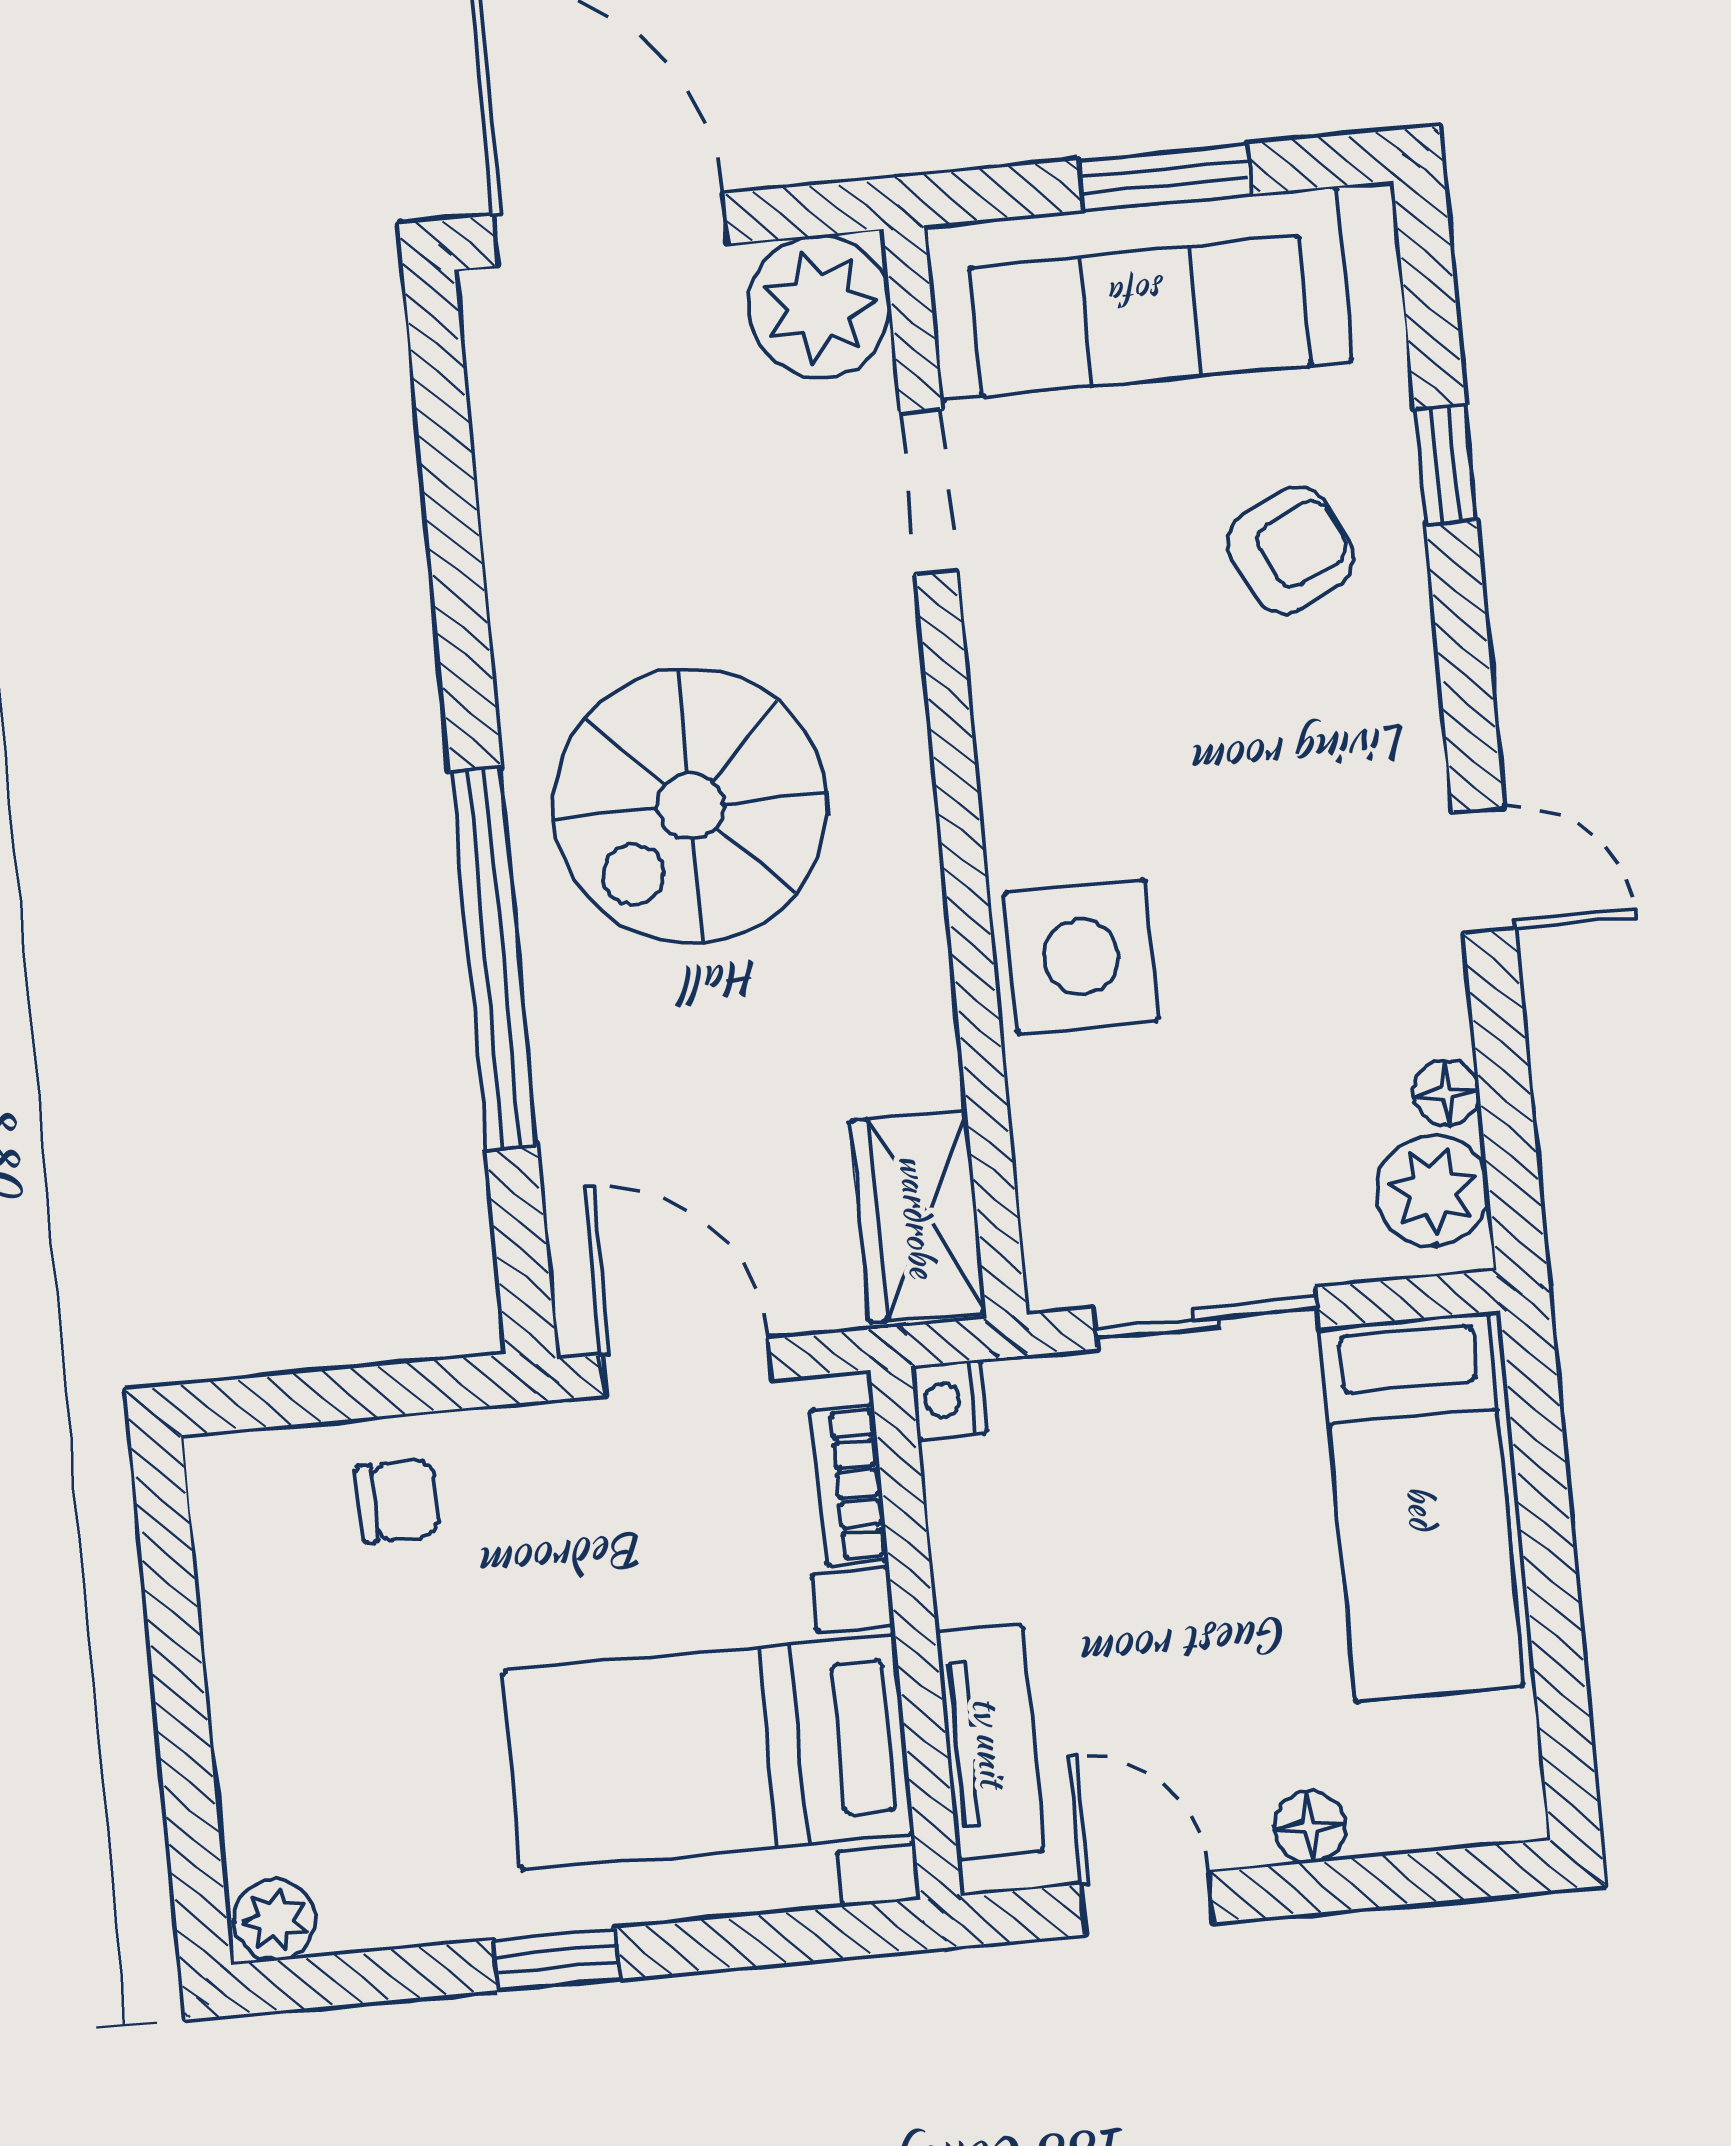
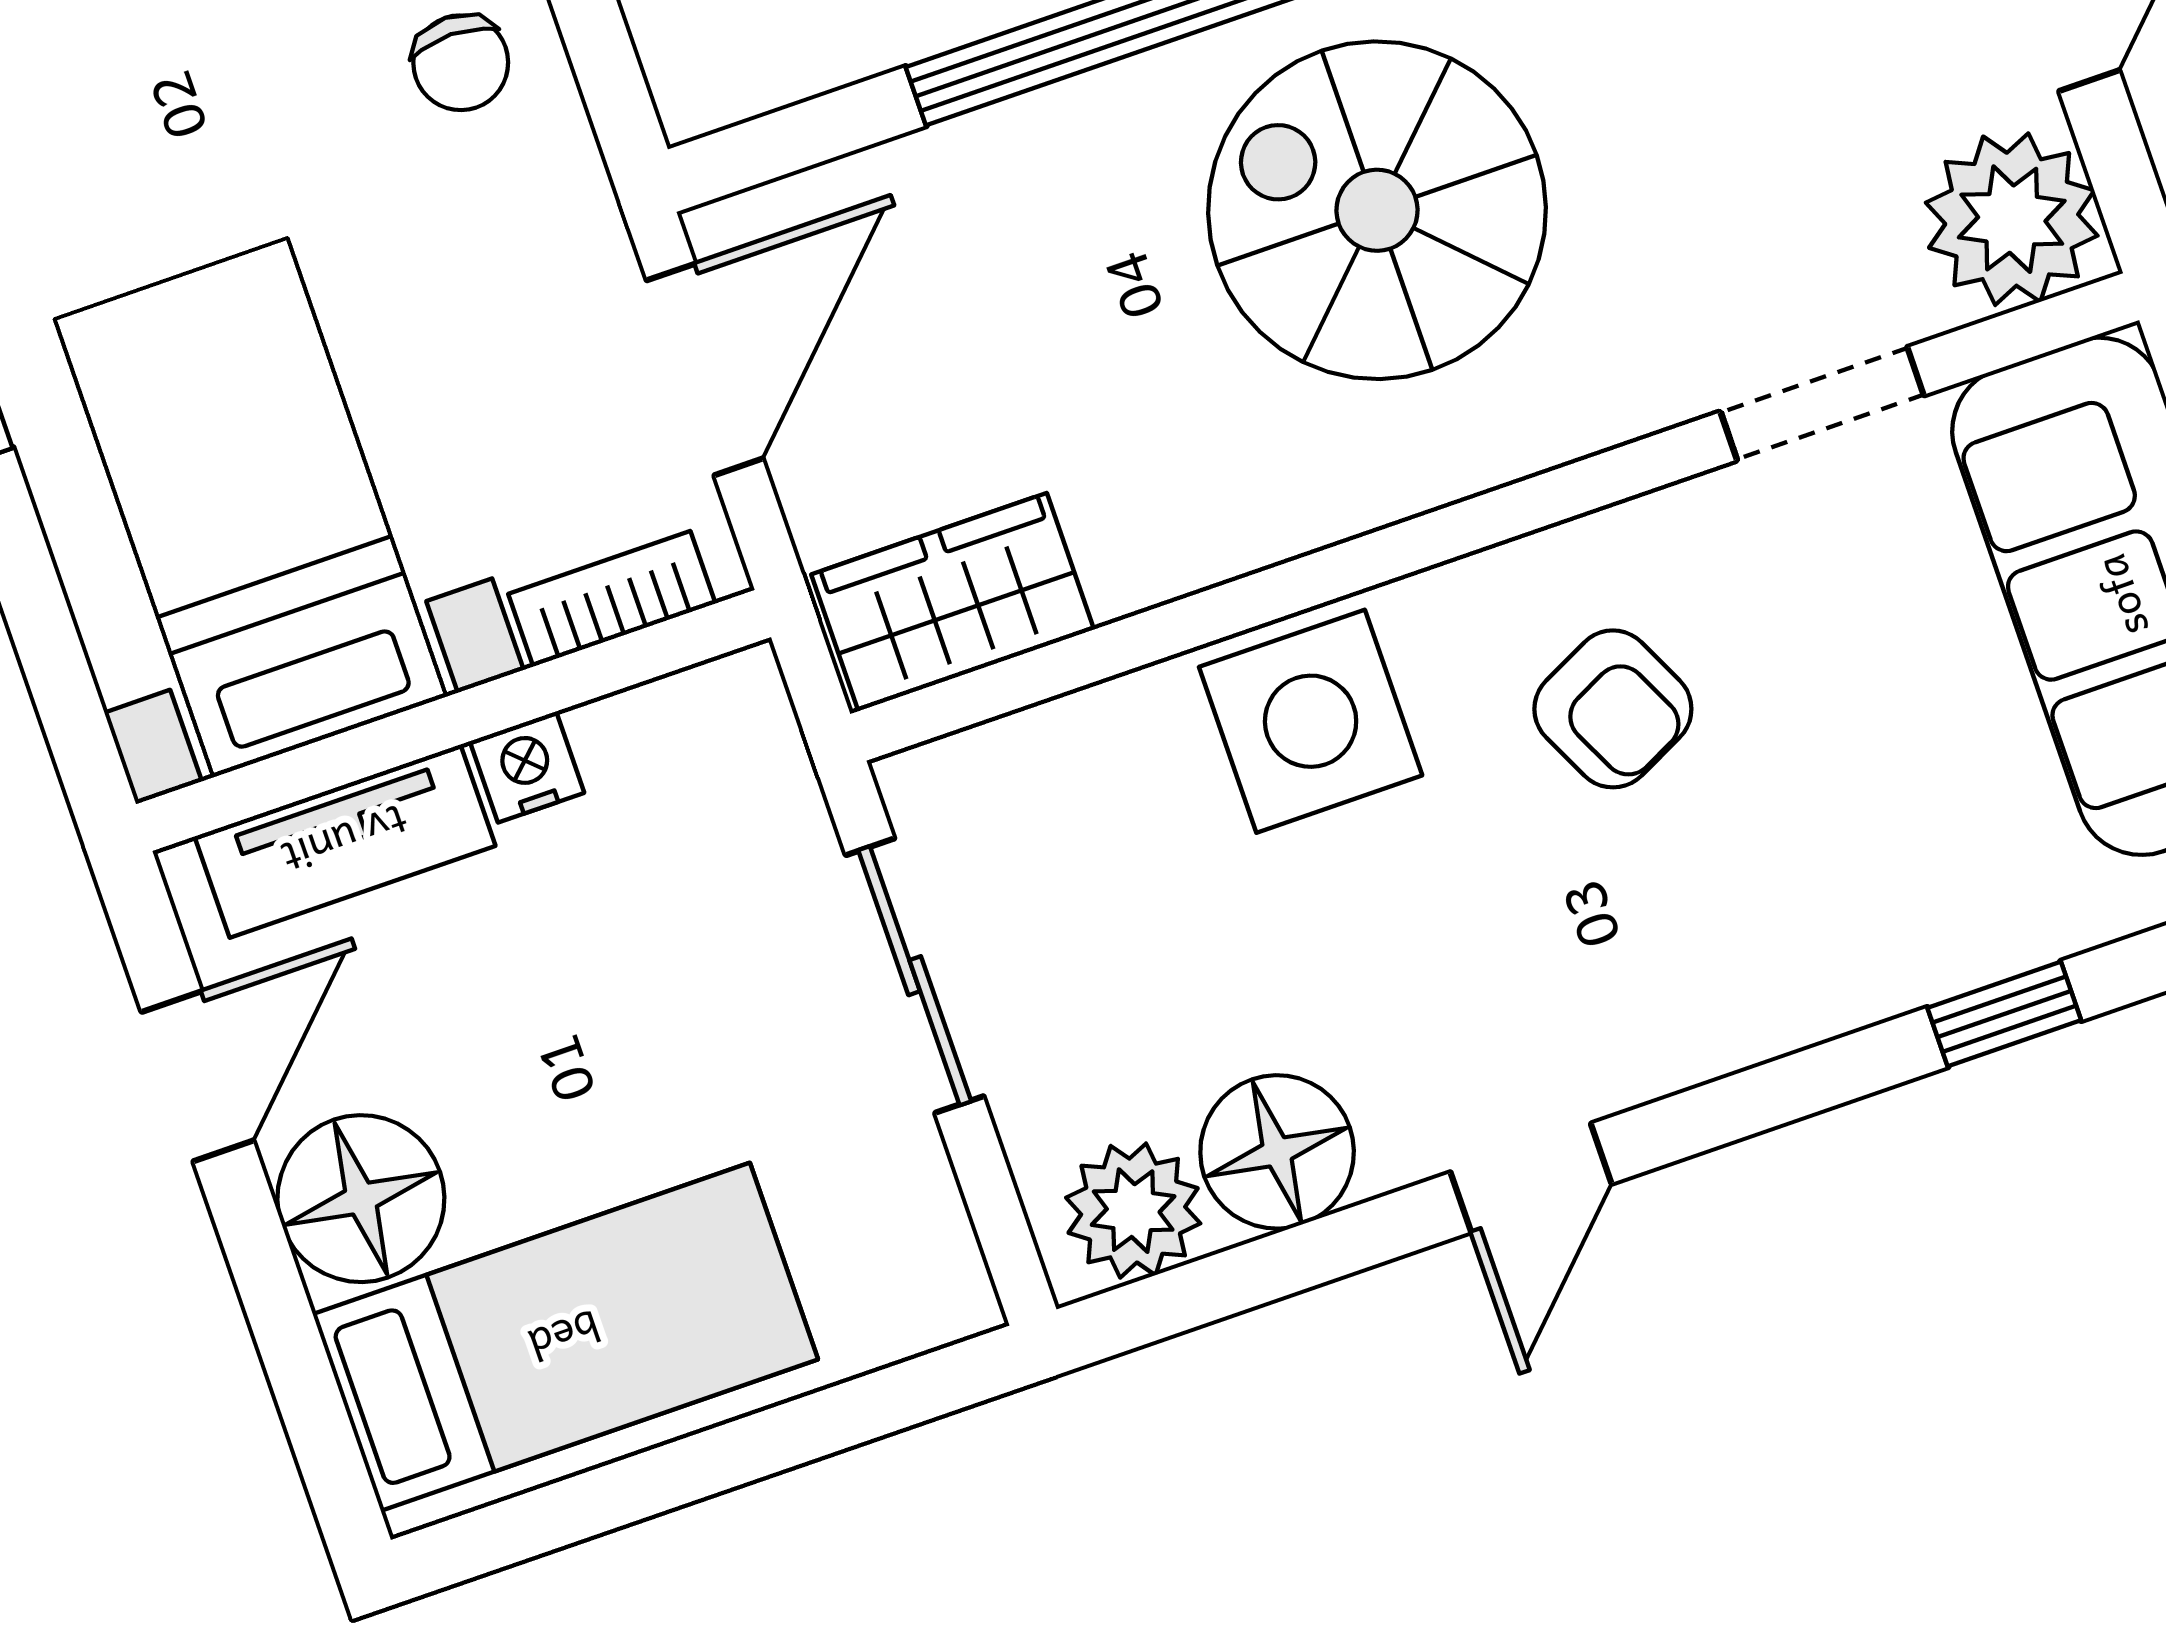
armchair: (1291, 550) -> (1613, 709), moved
floor lamp: (1446, 1092) -> (1277, 1152), width x1.89, depth x1.89
nightstand: (949, 1400) -> (527, 767), moved
bed: (1422, 1507) -> (565, 1337), moved, turned 180
floor lamp: (1310, 1827) -> (361, 1199), width x1.89, depth x1.89

